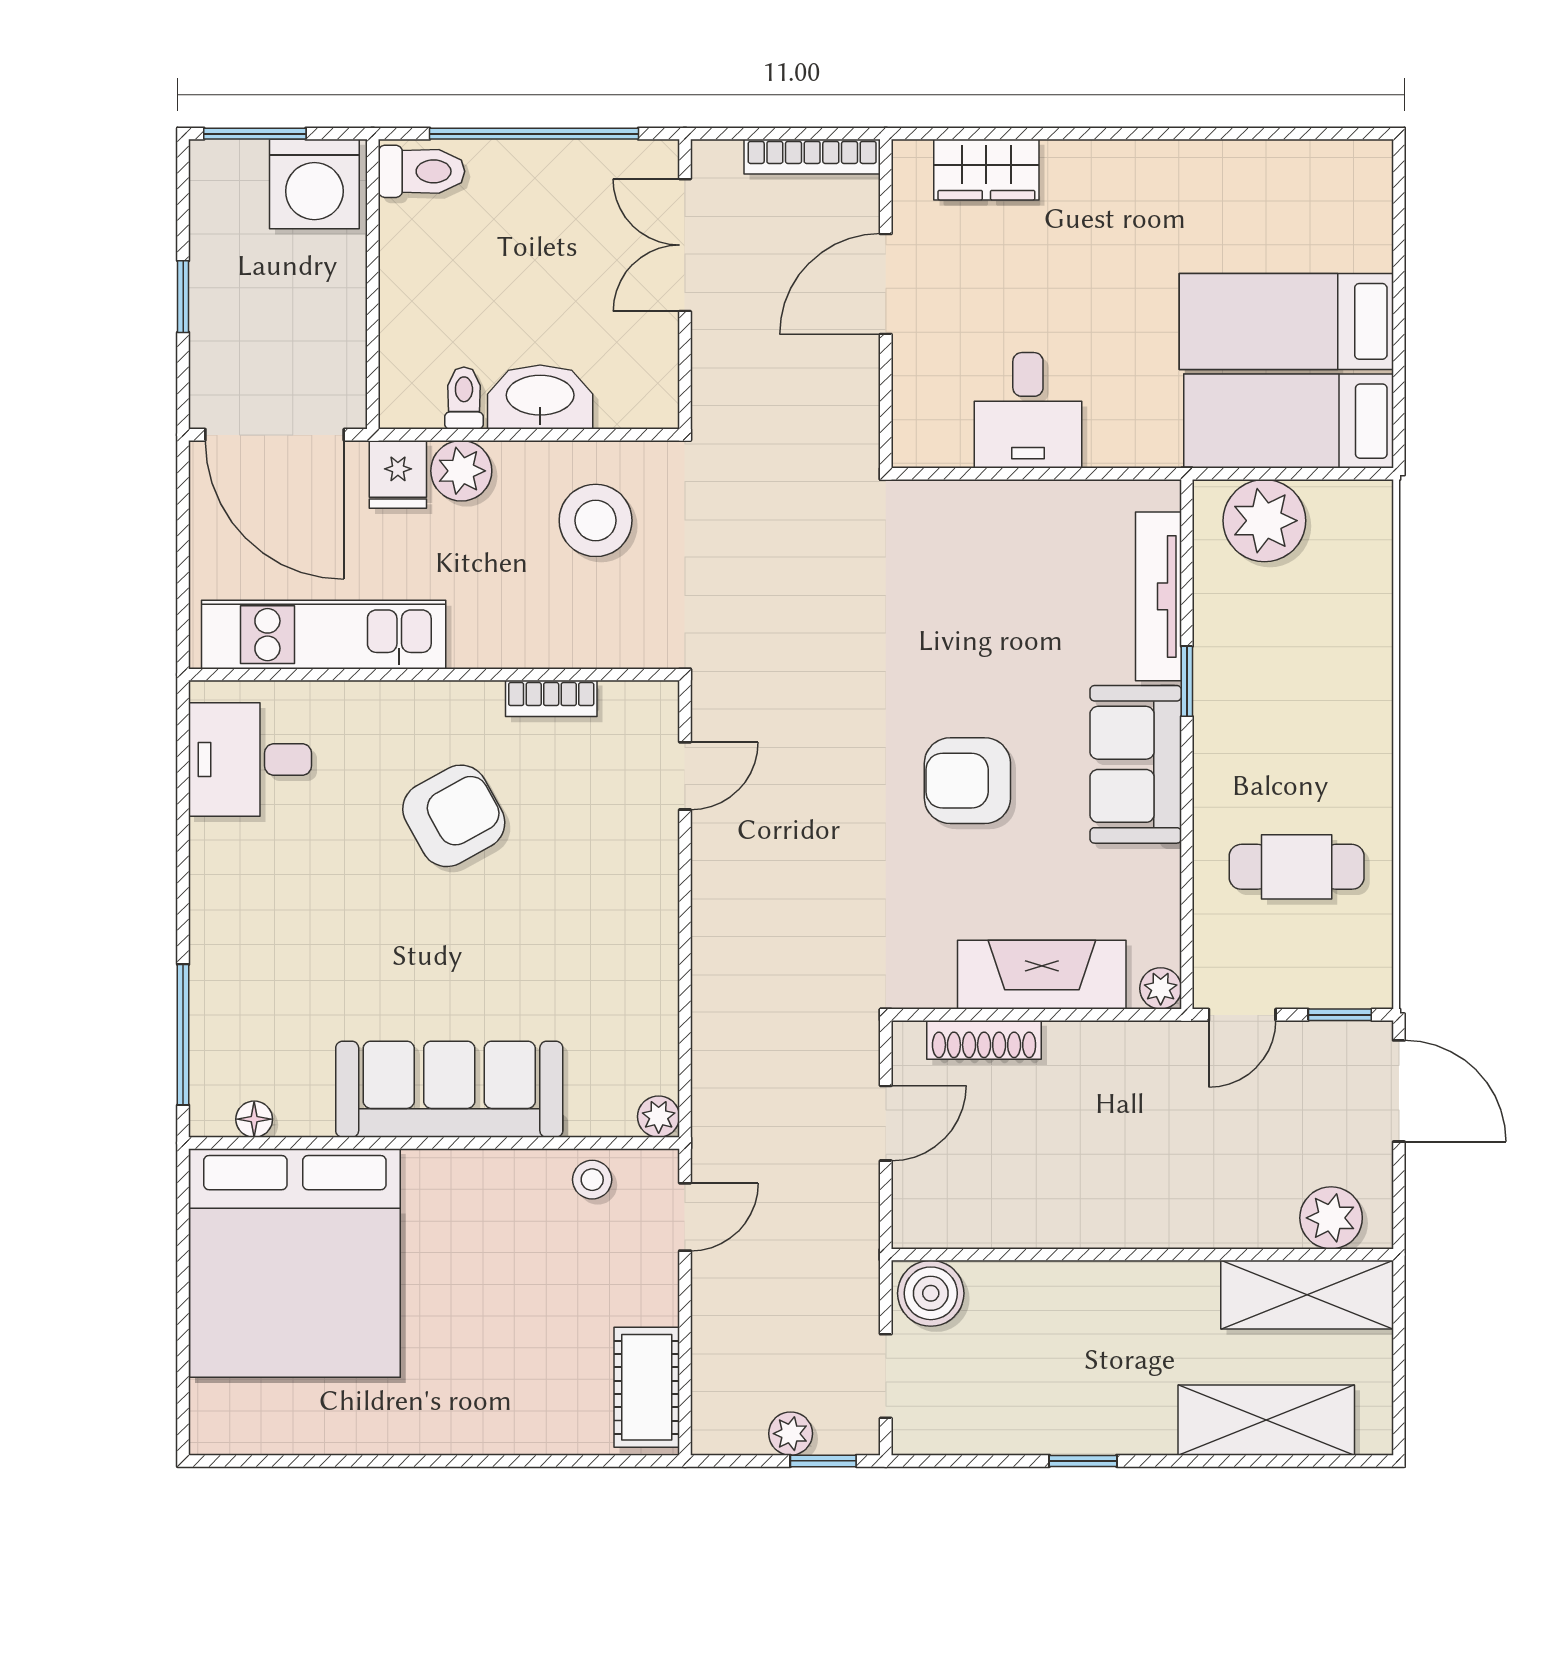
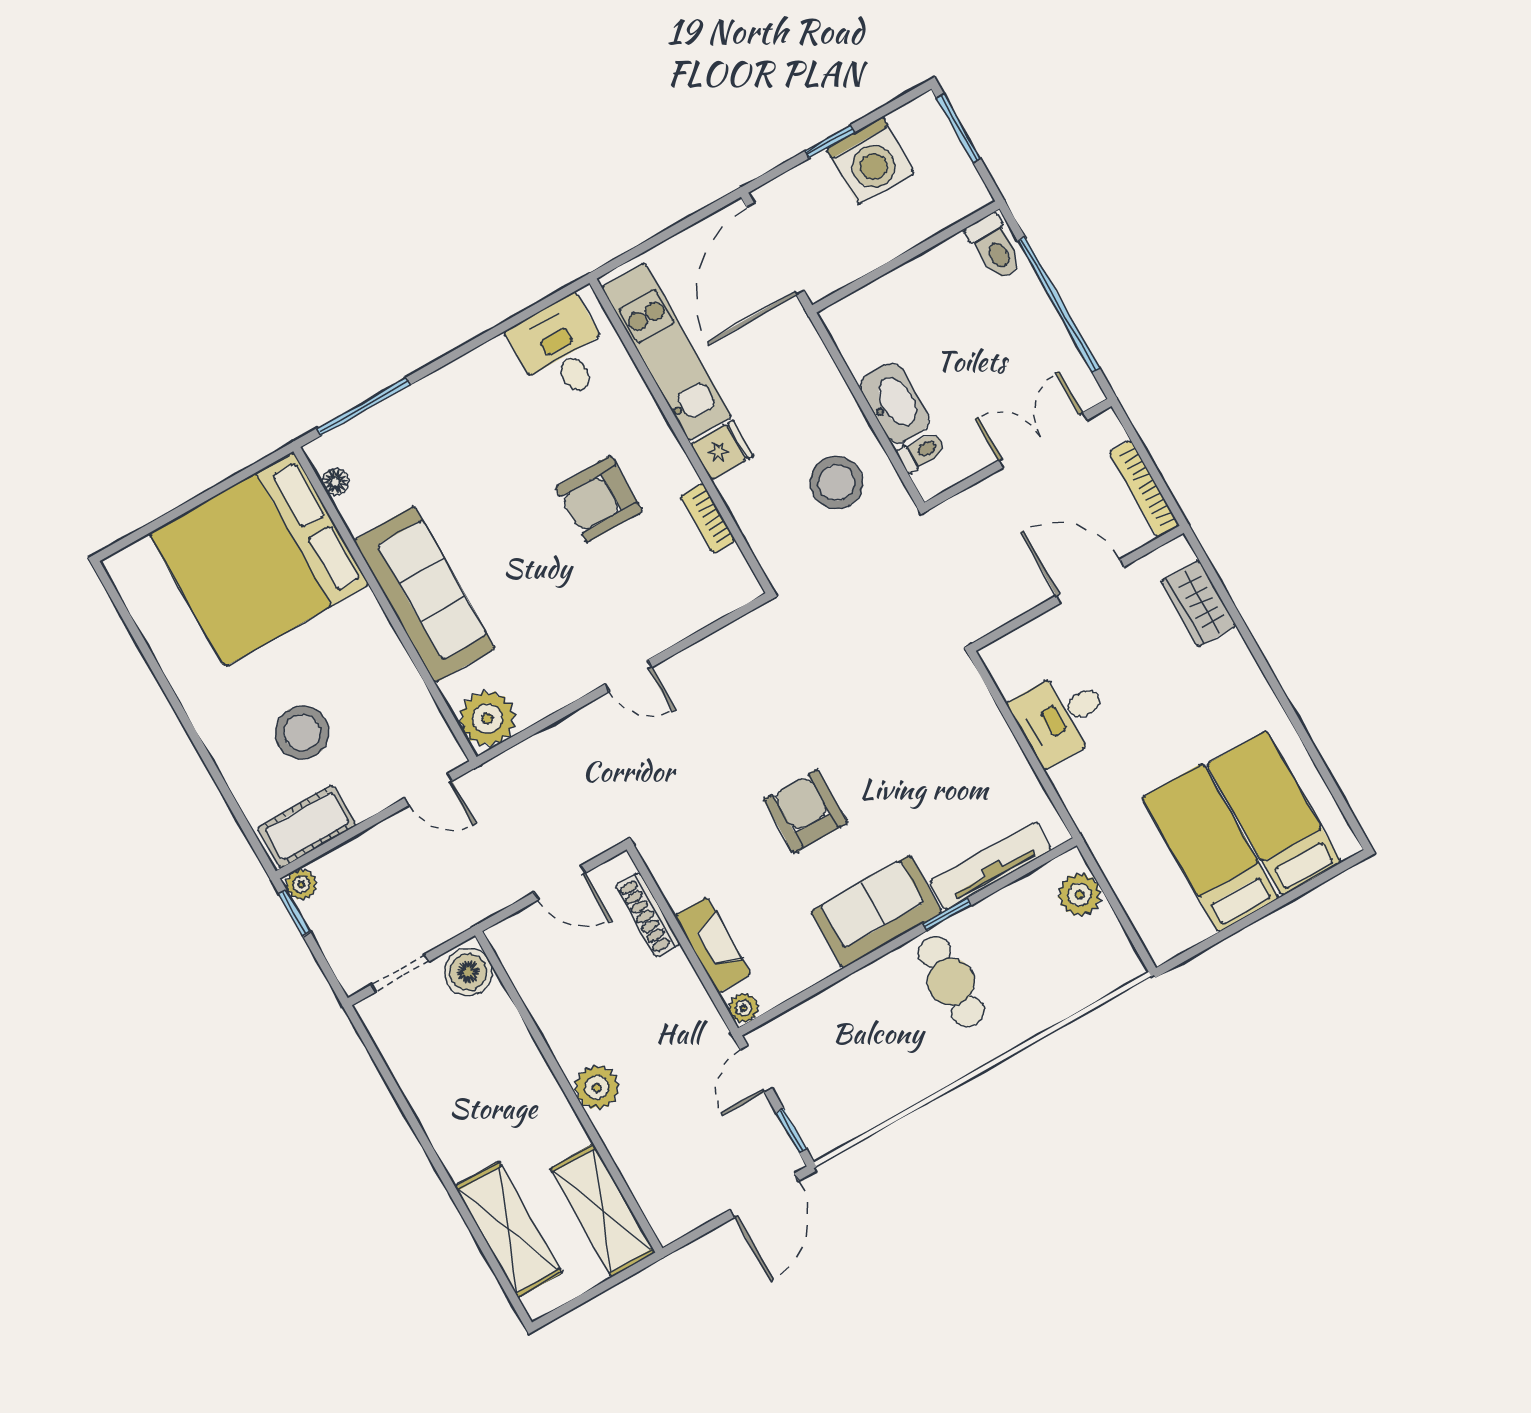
washing machine: (314, 184) -> (870, 161), moved, turned -90
toilet: (464, 398) -> (921, 452), moved
bed: (1289, 421) -> (1274, 813), moved
plant: (461, 471) -> (820, 380), removed
fridge: (398, 474) -> (722, 450), moved, turned 180
plant: (1264, 521) -> (1080, 895), width x0.73, depth x0.73
door: (685, 776) -> (628, 676), moved
armchair: (454, 816) -> (599, 499), turned 119
cafe table: (1297, 867) -> (951, 982), moved
fireplace: (1042, 975) -> (713, 945), width x0.73, depth x0.76
door: (1242, 1015) -> (756, 1069), hinge flipped
plant: (659, 1117) -> (487, 718), width x1.87, depth x1.87
stool: (592, 1180) -> (302, 733), moved, width x1.89, depth x1.89
plant: (1331, 1218) -> (597, 1087), moved
plant: (791, 1434) -> (301, 884), moved
window: (823, 1461) -> (295, 913), moved
window: (1083, 1461) -> (417, 1128), removed

